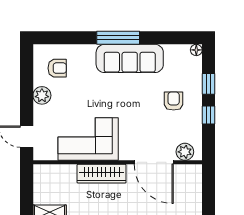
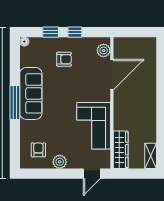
armchair: (174, 101) -> (64, 59), turned 180
wardrobe: (102, 174) -> (121, 150), moved

